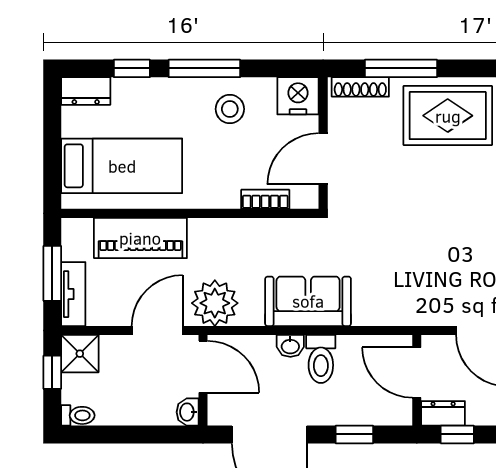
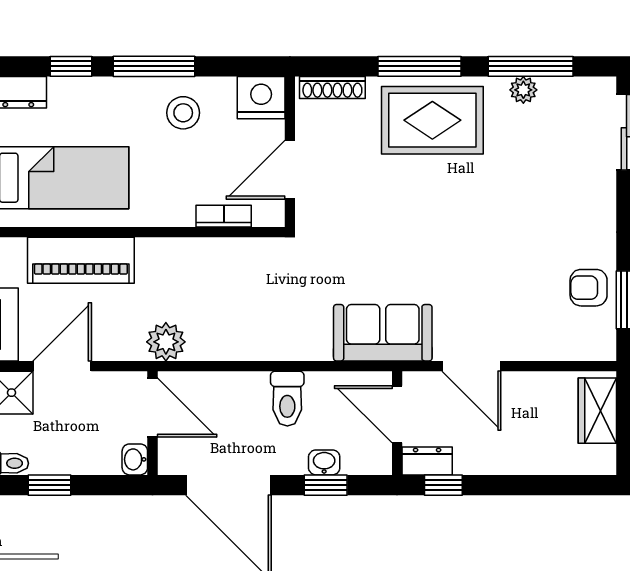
window: (401, 68) -> (420, 66), moved
sofa: (308, 301) -> (383, 333), moved
plant: (215, 303) -> (166, 342), width x0.73, depth x0.73
door: (157, 331) -> (62, 366), moved
washbasin: (290, 346) -> (324, 462), moved, turned 180
window: (113, 434) -> (49, 485), added

